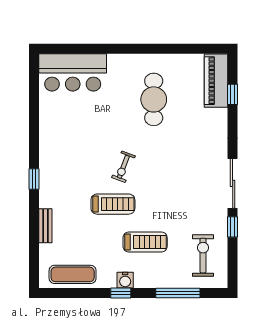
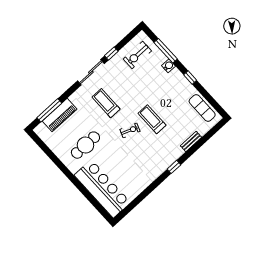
bar counter: (73, 72) -> (102, 189), width x1.36
piano: (216, 81) -> (60, 115), moved
window: (233, 94) -> (49, 110), width x2.17
treadmill: (145, 242) -> (106, 103), moved
water cooler: (125, 280) -> (168, 66), moved

